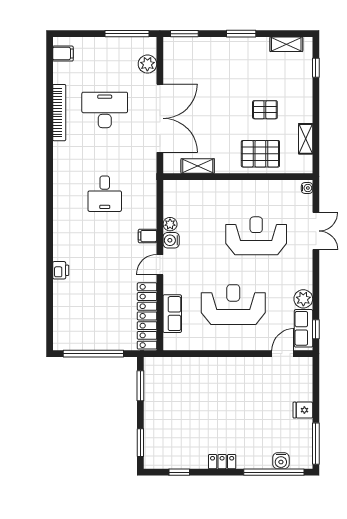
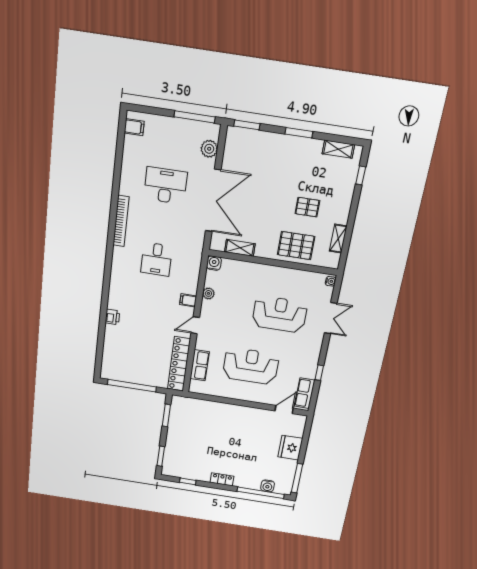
bookcase: (59, 113) -> (121, 221), moved
water cooler: (171, 240) -> (214, 263), moved, turned 90
plant: (303, 299) -> (309, 371), removed
window: (316, 329) -> (319, 373), moved
fridge: (303, 410) -> (290, 448), width x1.88, depth x1.34

